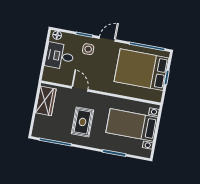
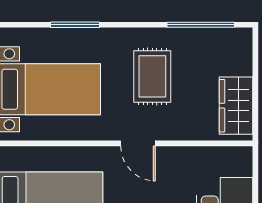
door: (80, 89) -> (138, 143), moved

